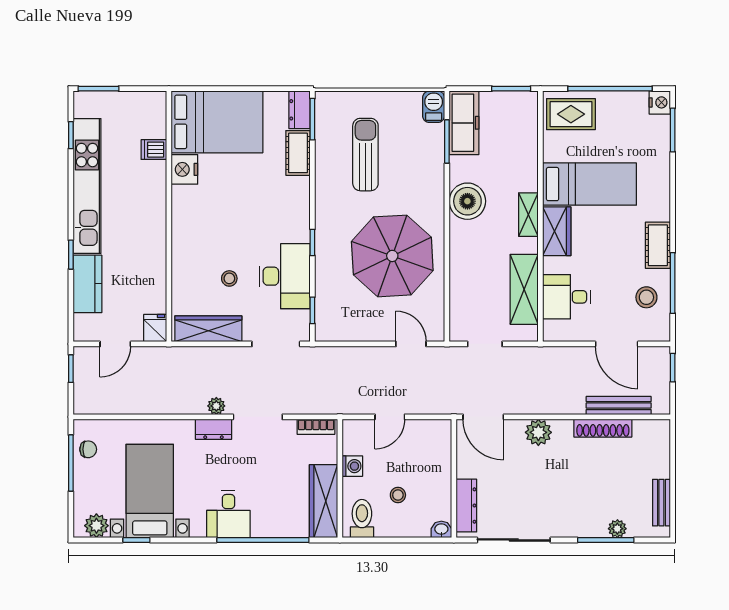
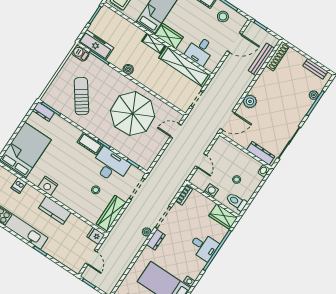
cot: (298, 153) -> (90, 144), moved
sun lounger: (365, 155) -> (81, 96), turned 54
nightstand: (184, 169) -> (48, 186), moved
boiler: (467, 201) -> (128, 69), width x0.54, depth x0.54
kitchen counter: (87, 284) -> (55, 210), moved, turned 180
shelving: (524, 289) -> (185, 67), width x1.47
shoe rack: (603, 428) -> (278, 56), moved
wardrobe: (323, 501) -> (223, 217), width x0.67
desk: (228, 514) -> (204, 247), moved

